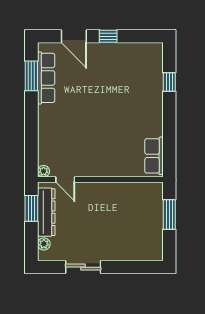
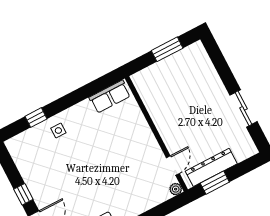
side table: (148, 96) -> (58, 131), added
window: (169, 215) -> (167, 49), moved
plant: (44, 244) -> (241, 155), removed

